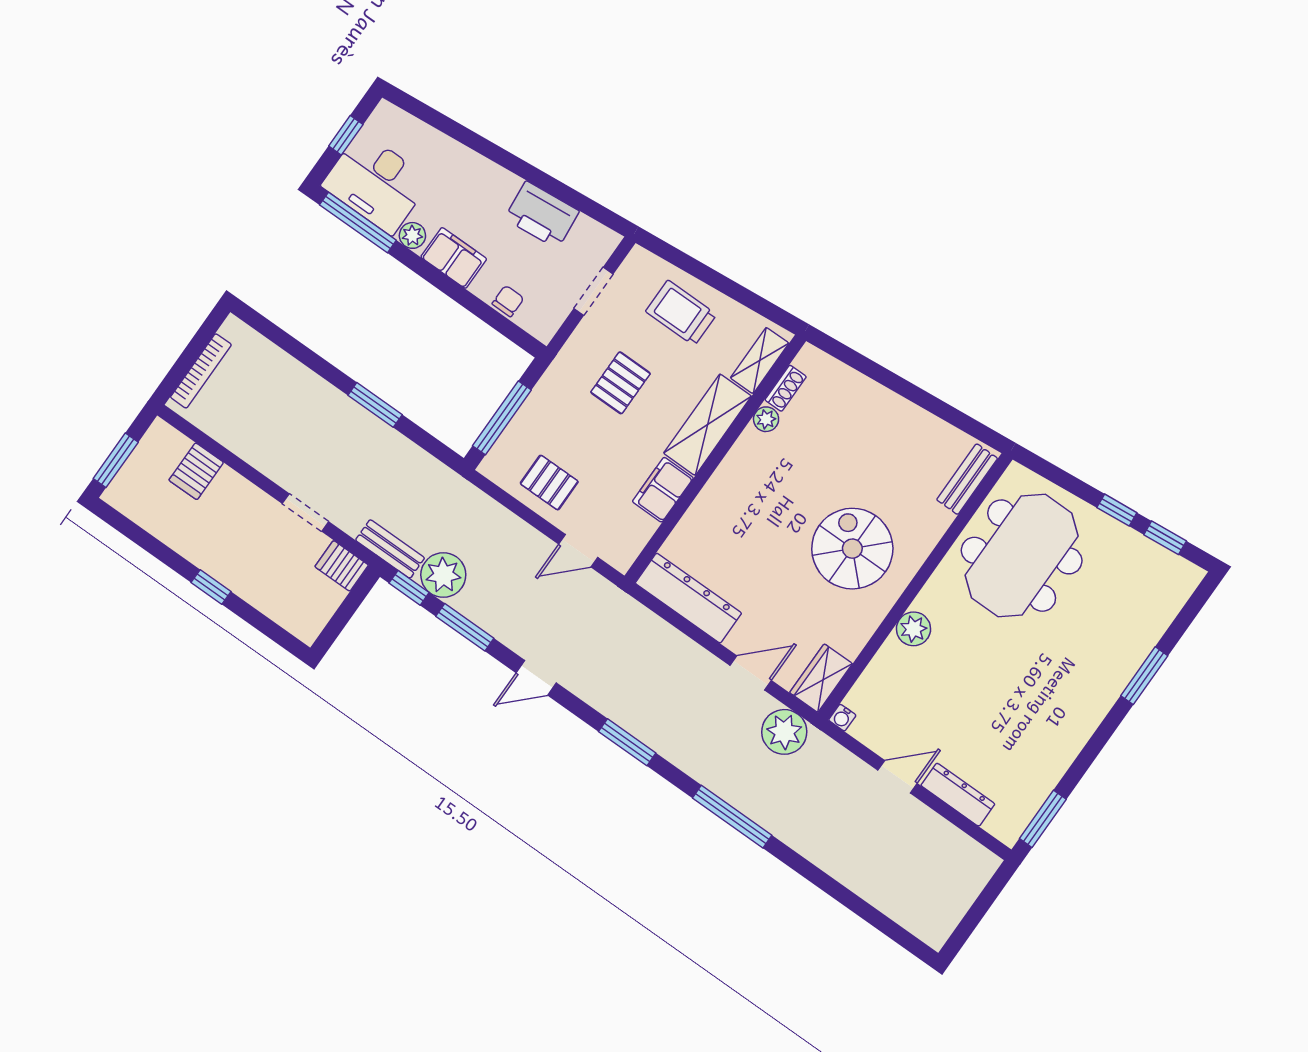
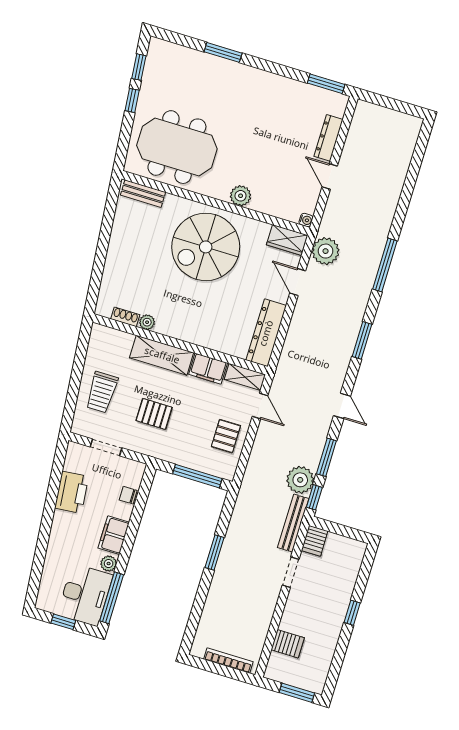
shelving: (760, 361) -> (245, 377), moved
bench: (390, 549) -> (293, 523), width x1.36
spiral stairs: (852, 549) -> (206, 247), width x1.37, depth x1.37

